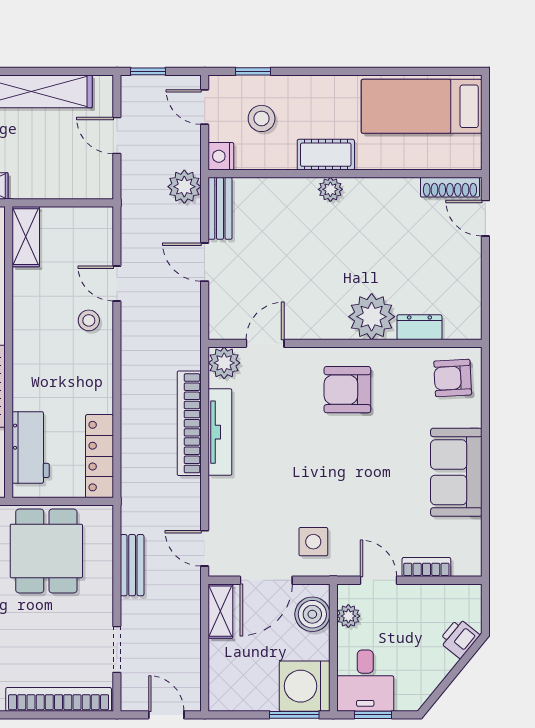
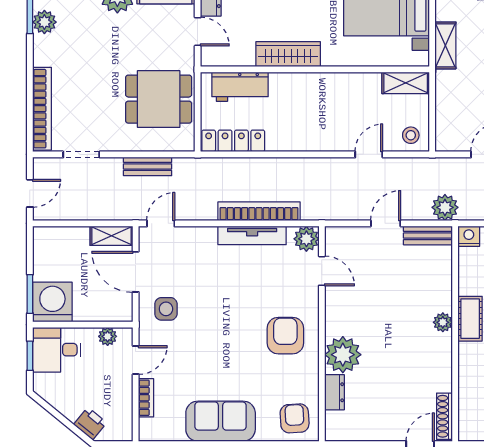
stool: (89, 320) -> (411, 135), moved
boiler: (312, 614) -> (109, 308), removed

